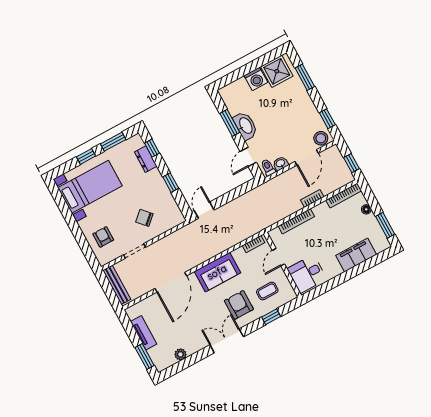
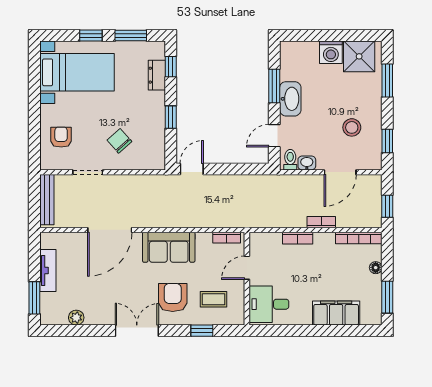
stool: (321, 138) -> (352, 127), moved
bookcase: (296, 221) -> (298, 238), width x0.64

